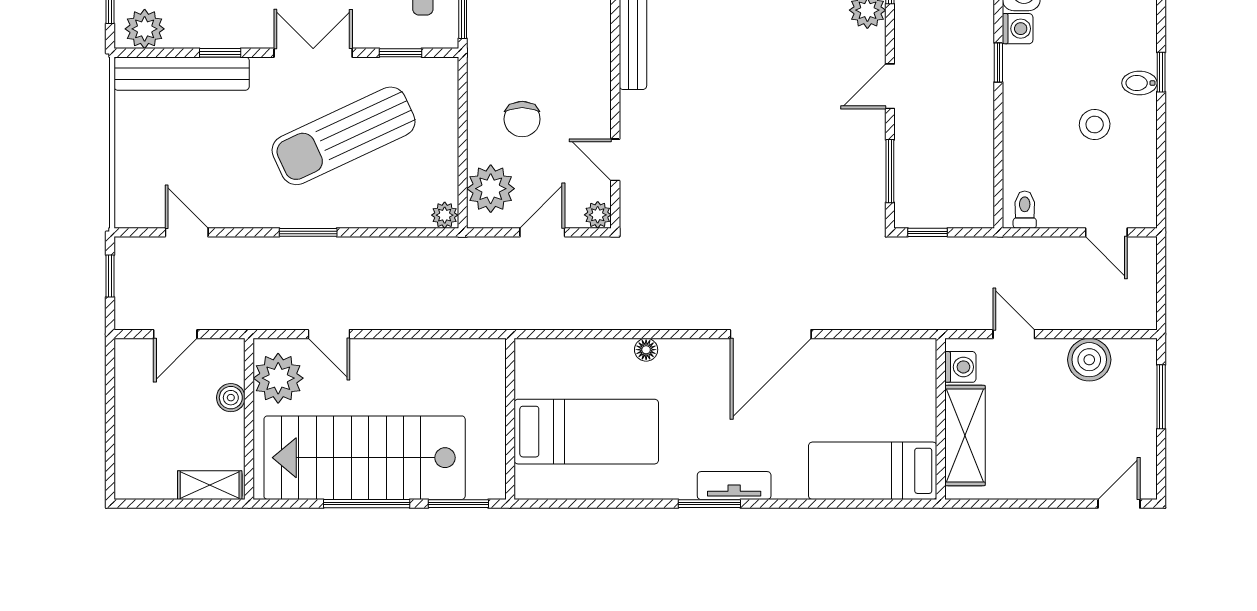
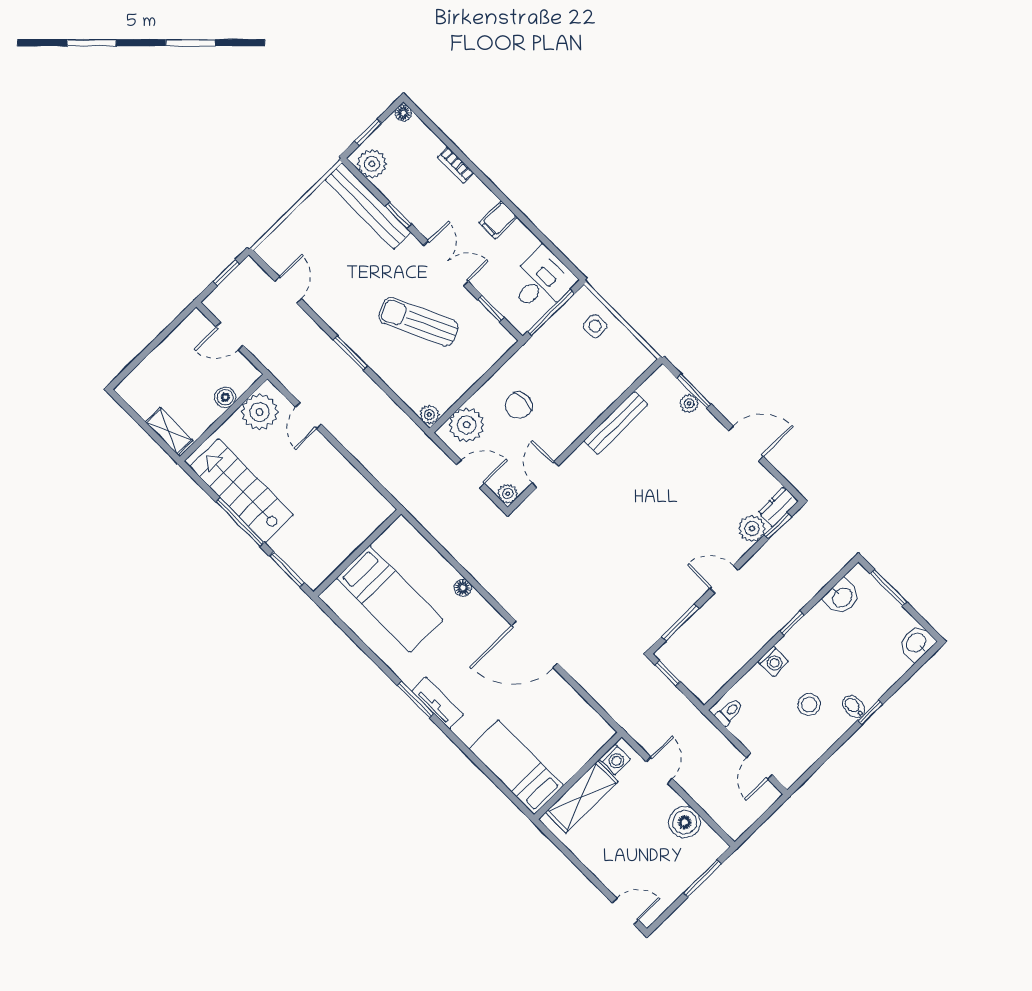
washing machine: (1018, 29) -> (773, 661), moved
sun lounger: (344, 136) -> (418, 322), width x0.73, depth x0.75
stairs: (365, 458) -> (242, 491), width x0.73, depth x0.66

